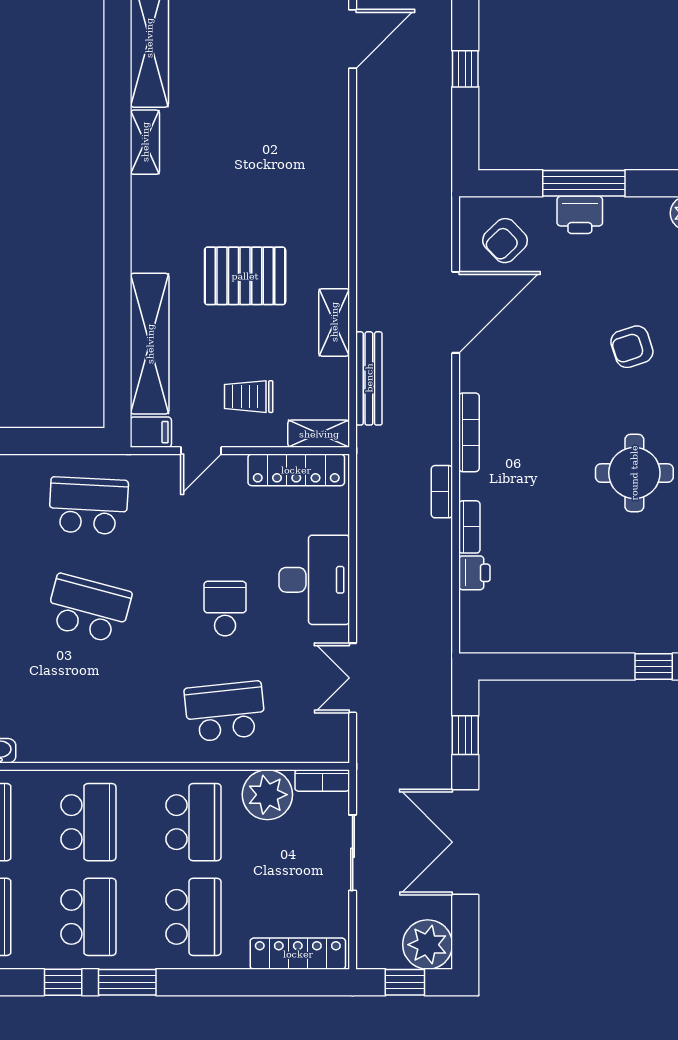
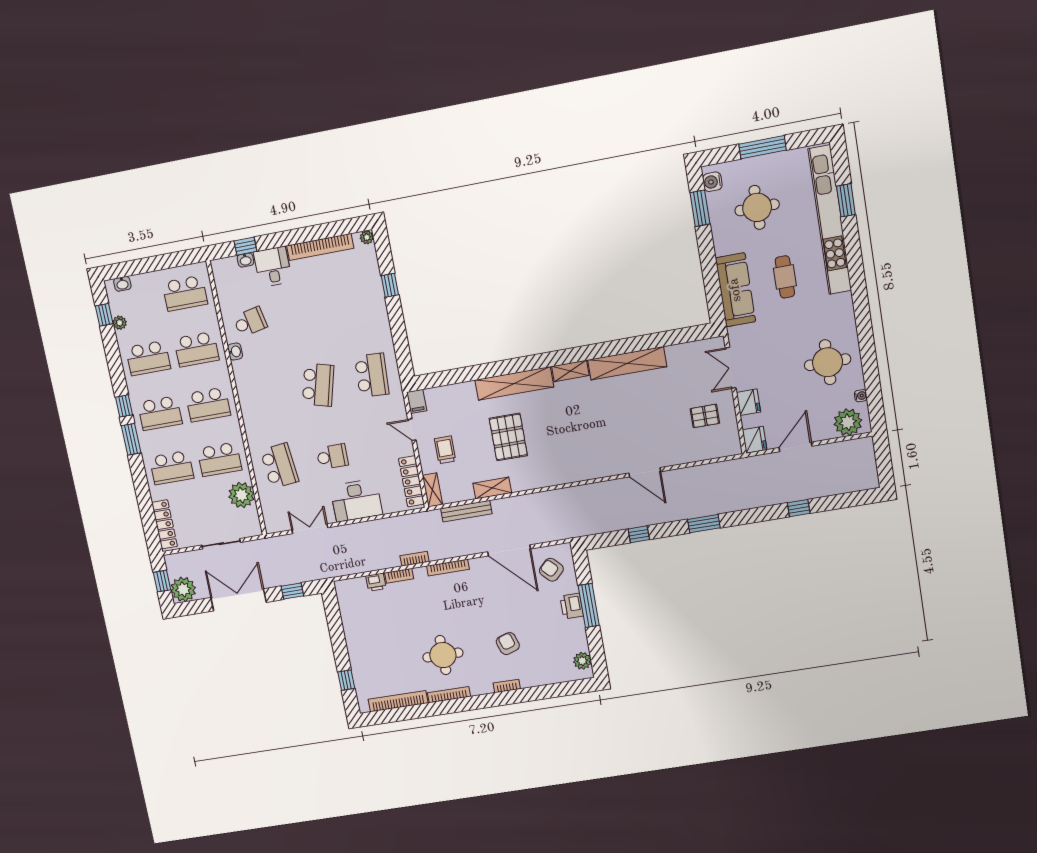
shelving: (150, 344) -> (514, 383), moved
bookcase: (322, 781) -> (254, 522), removed

